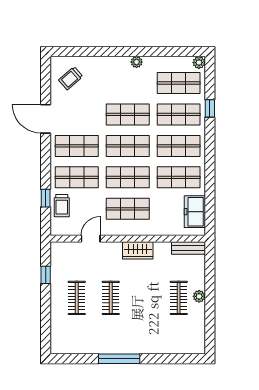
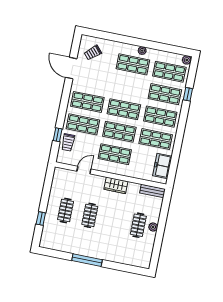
shop shelf: (128, 114) -> (133, 64), moved
door: (46, 119) -> (71, 68), moved
window: (46, 275) -> (41, 219), moved

